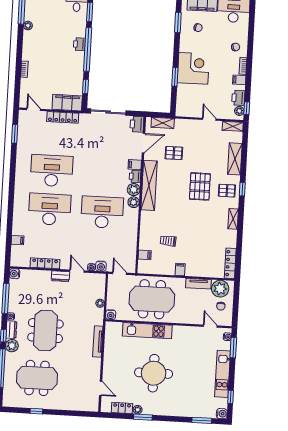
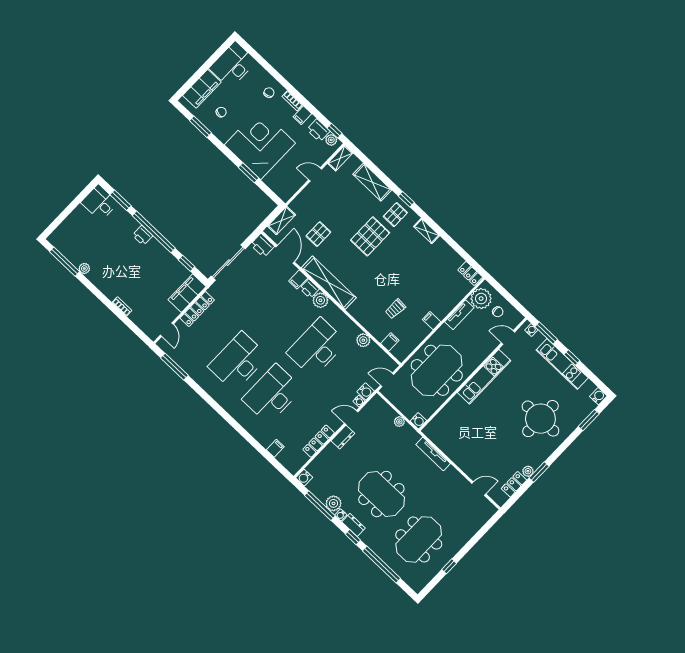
corner desk: (193, 68) -> (260, 144), width x1.36, depth x1.36
door: (34, 109) -> (167, 330), swing flipped
window: (15, 134) -> (174, 367), width x1.44
pallet: (200, 186) -> (370, 236), turned 90
plant: (134, 202) -> (363, 340), moved
locker: (230, 263) -> (470, 273), width x0.66
kitchen unit: (147, 331) -> (484, 377), moved
plant: (12, 346) -> (333, 503), moved
round table: (154, 373) -> (540, 419), moved
window: (231, 397) -> (572, 358), moved

